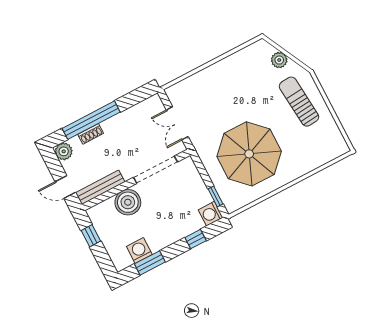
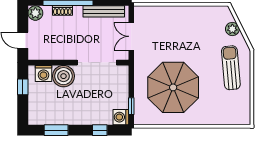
bench: (100, 187) -> (104, 11), moved
washing machine: (139, 251) -> (43, 73), moved, turned 180

